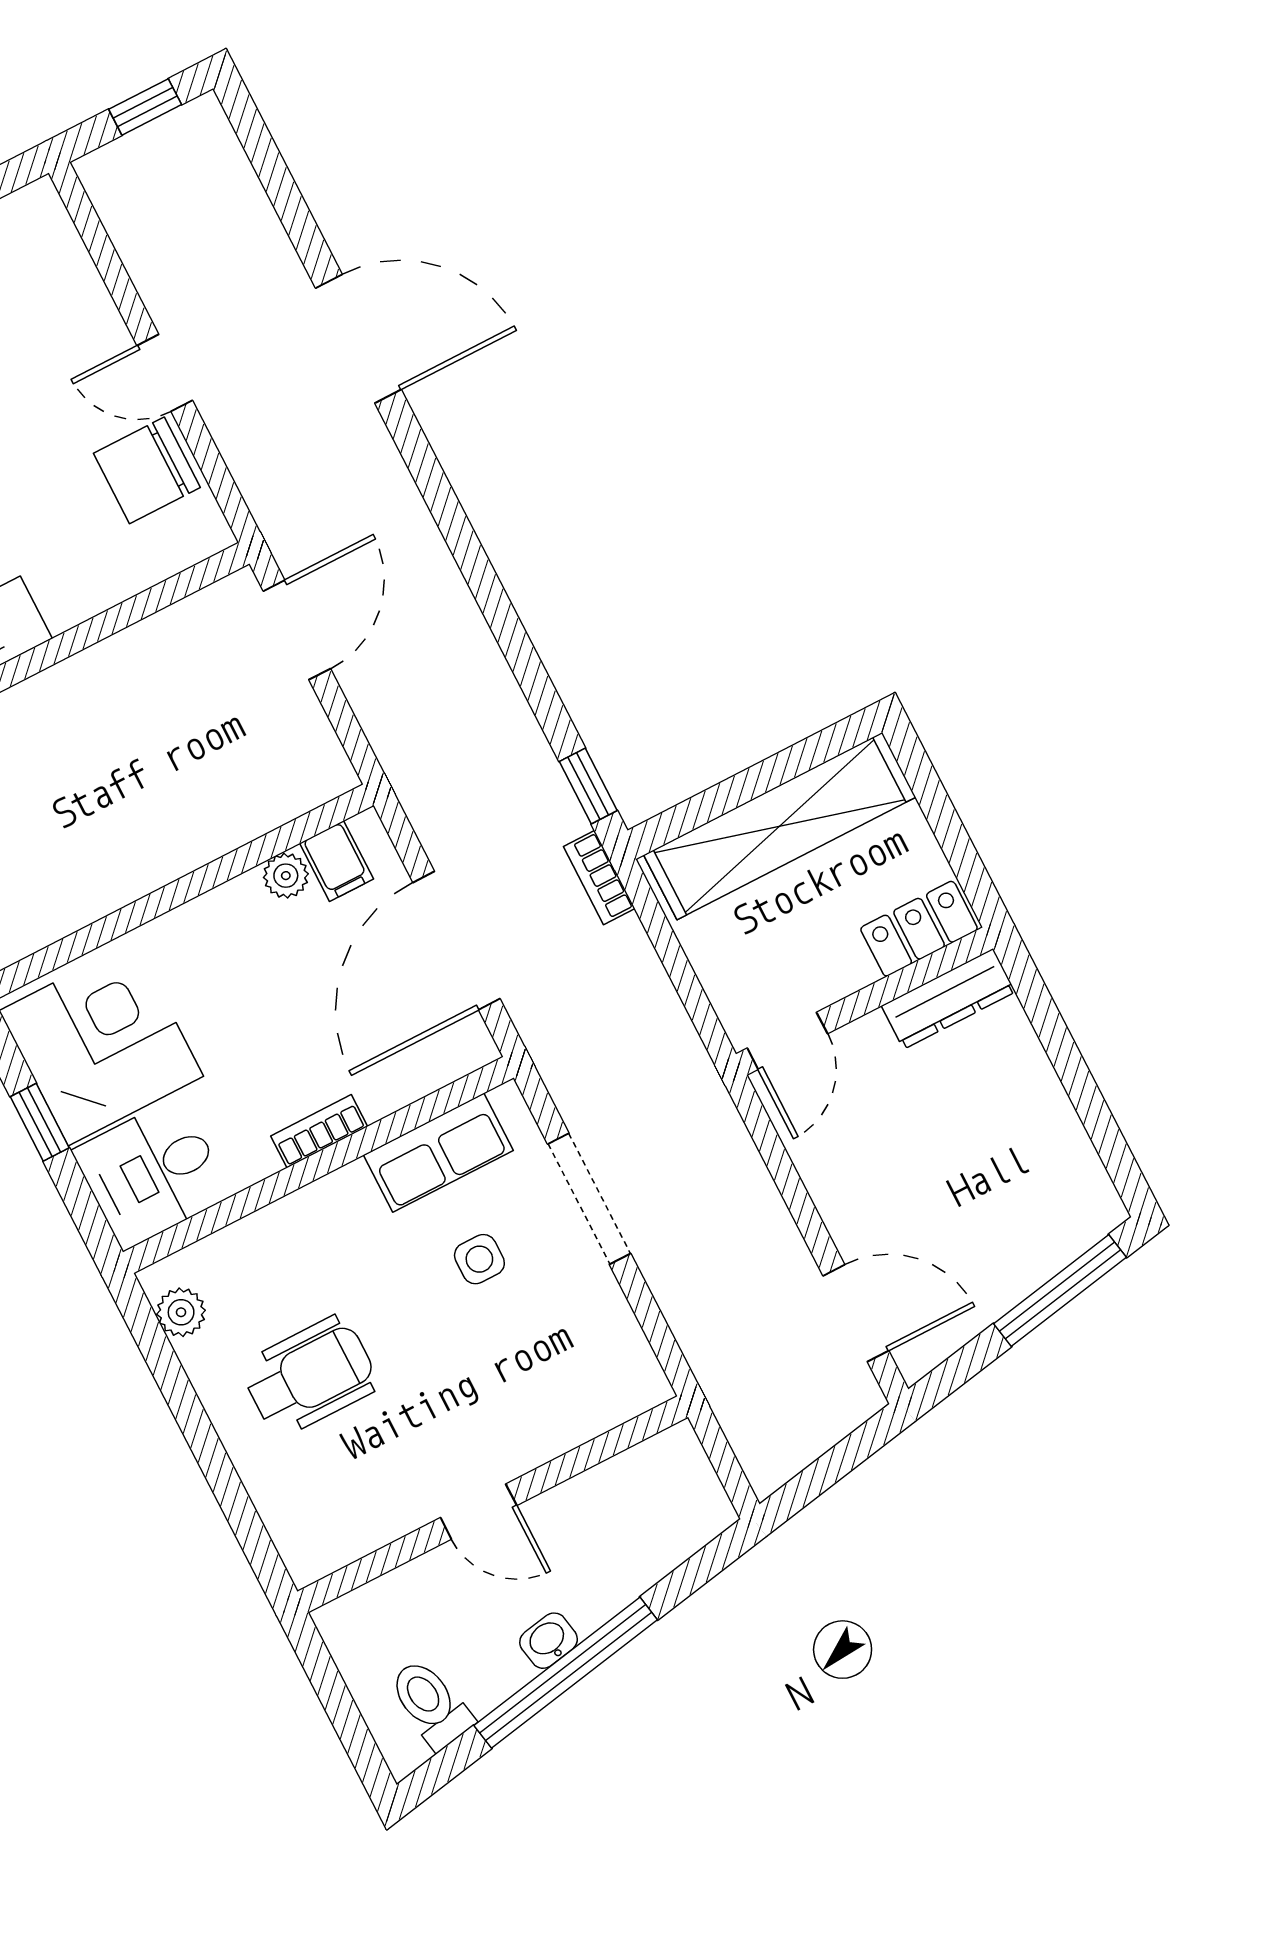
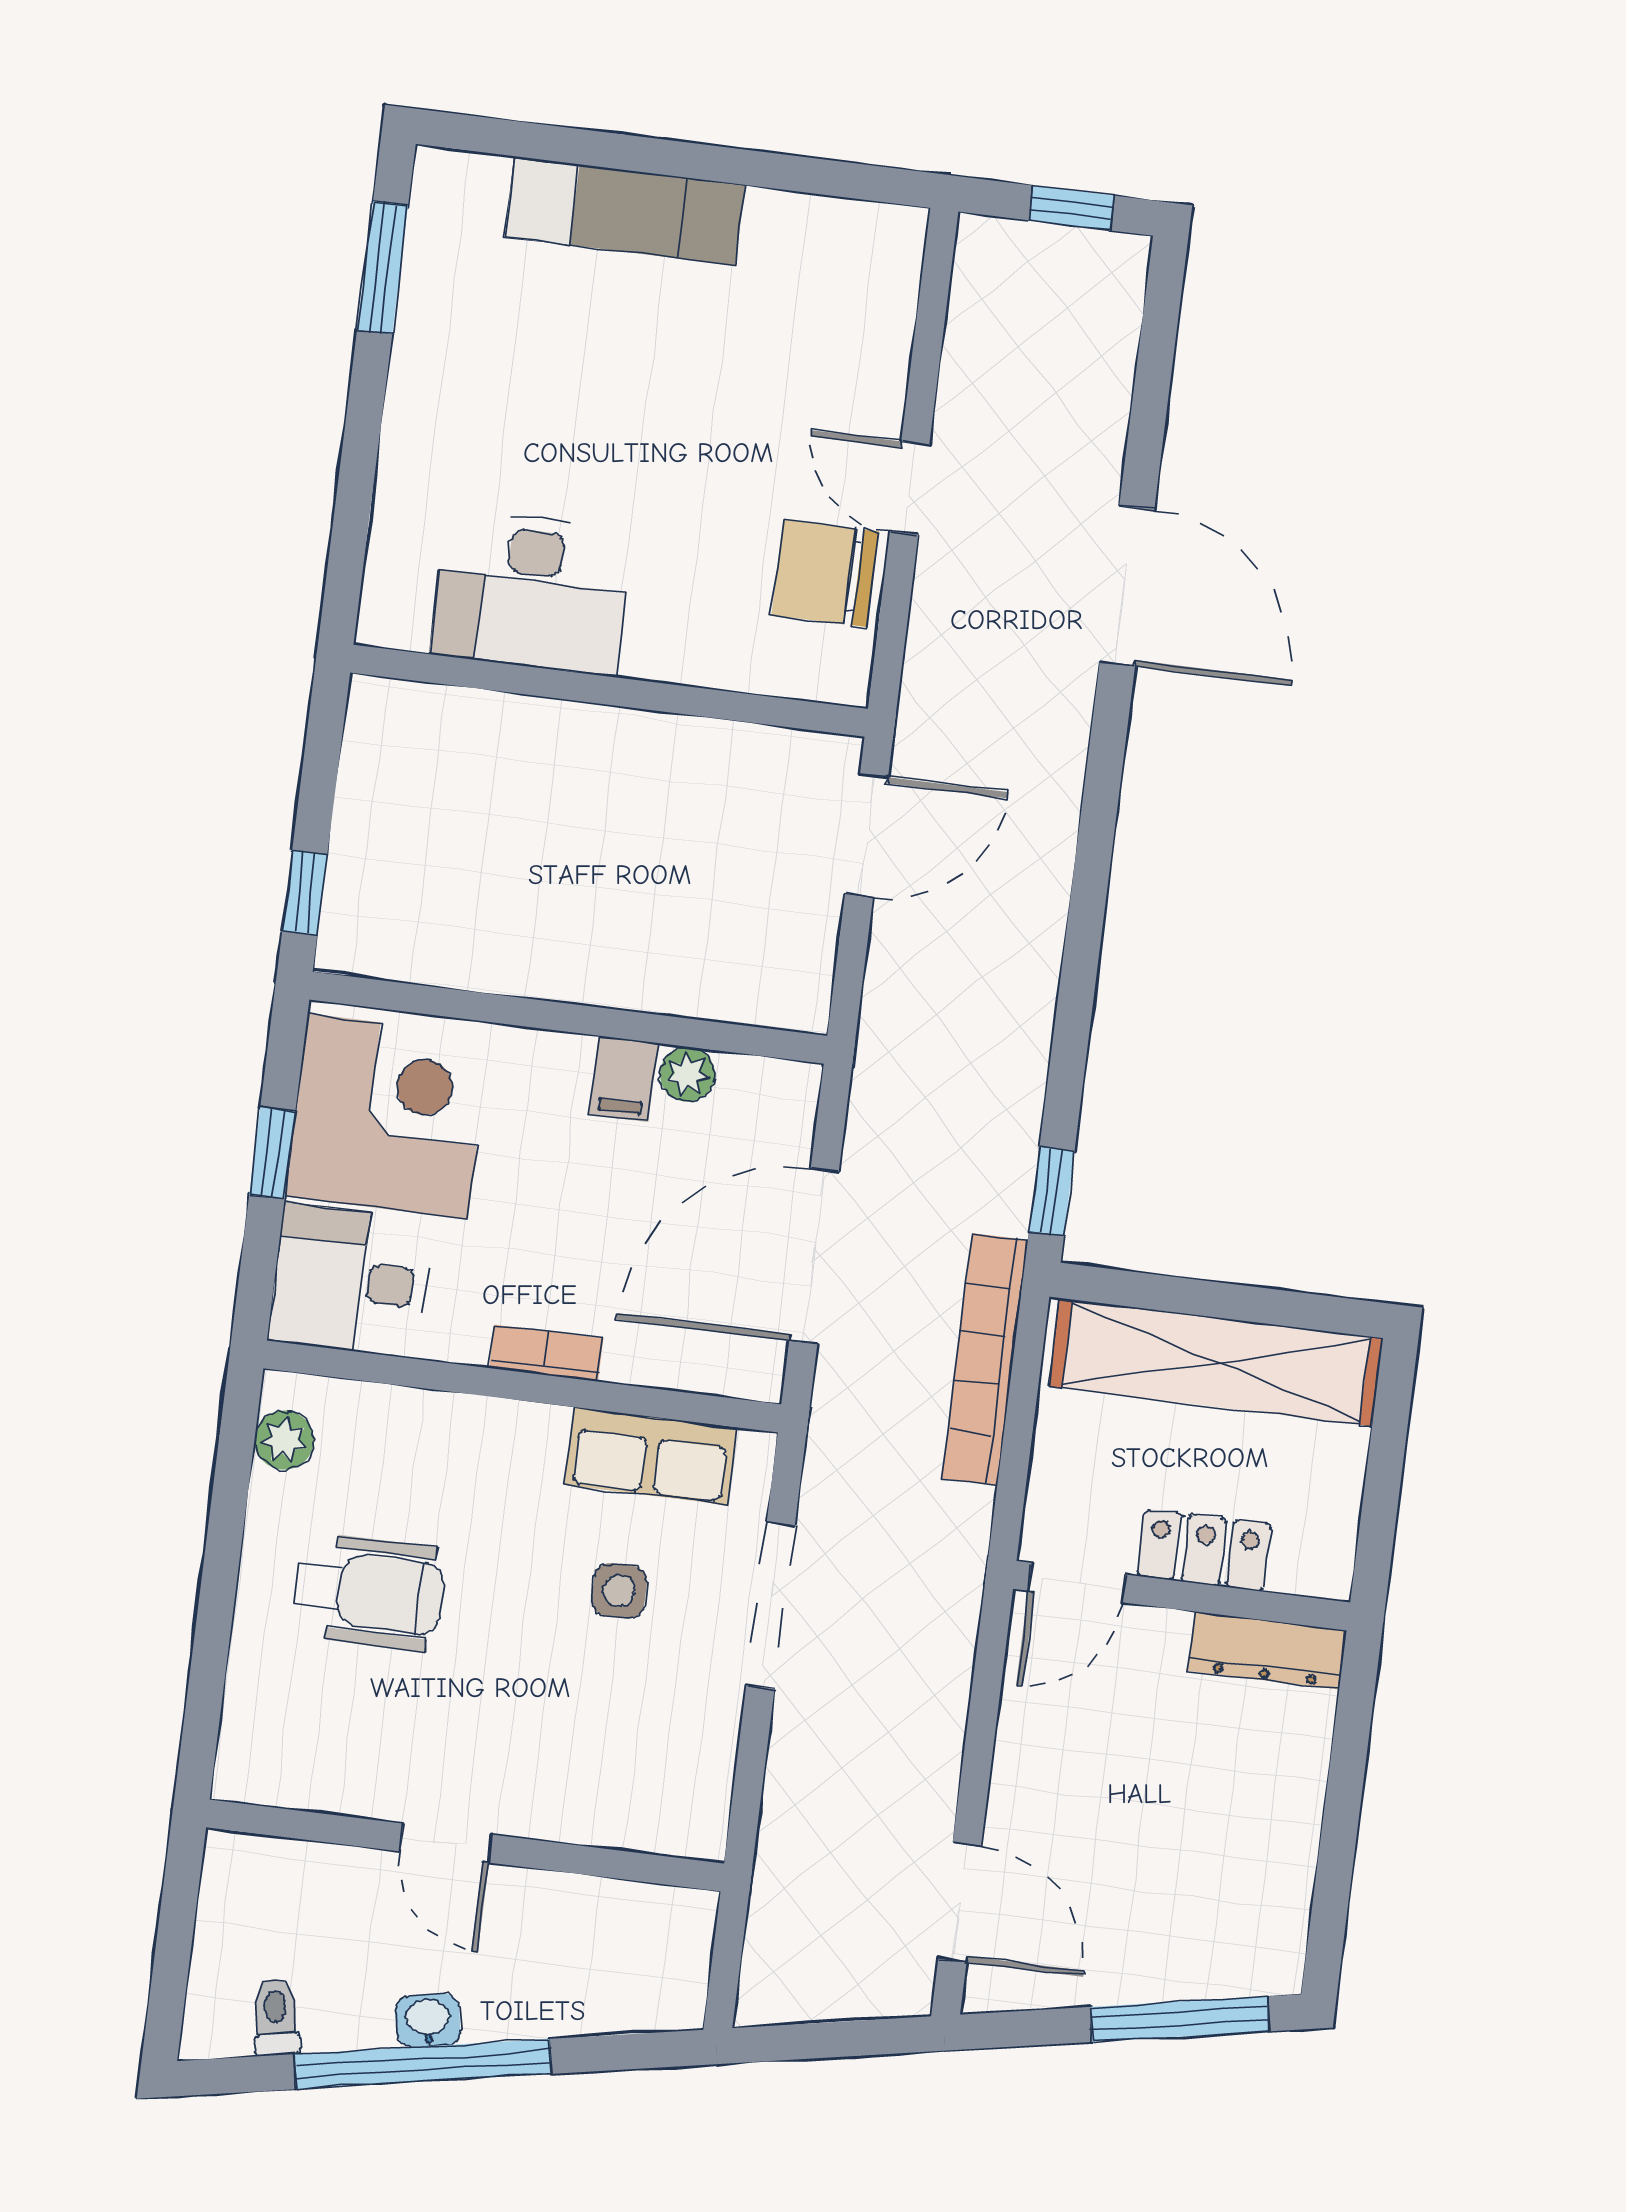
filing cabinet: (337, 861) -> (624, 1079), moved
bookcase: (599, 878) -> (985, 1359), width x2.31, depth x1.31
locker: (919, 929) -> (1204, 1550), moved
toilet: (431, 1704) -> (276, 2017), width x0.73, depth x0.72

